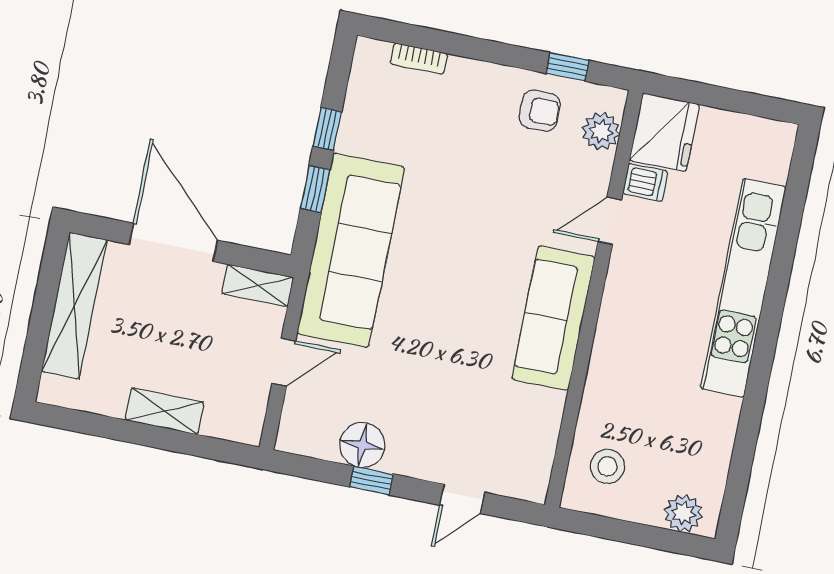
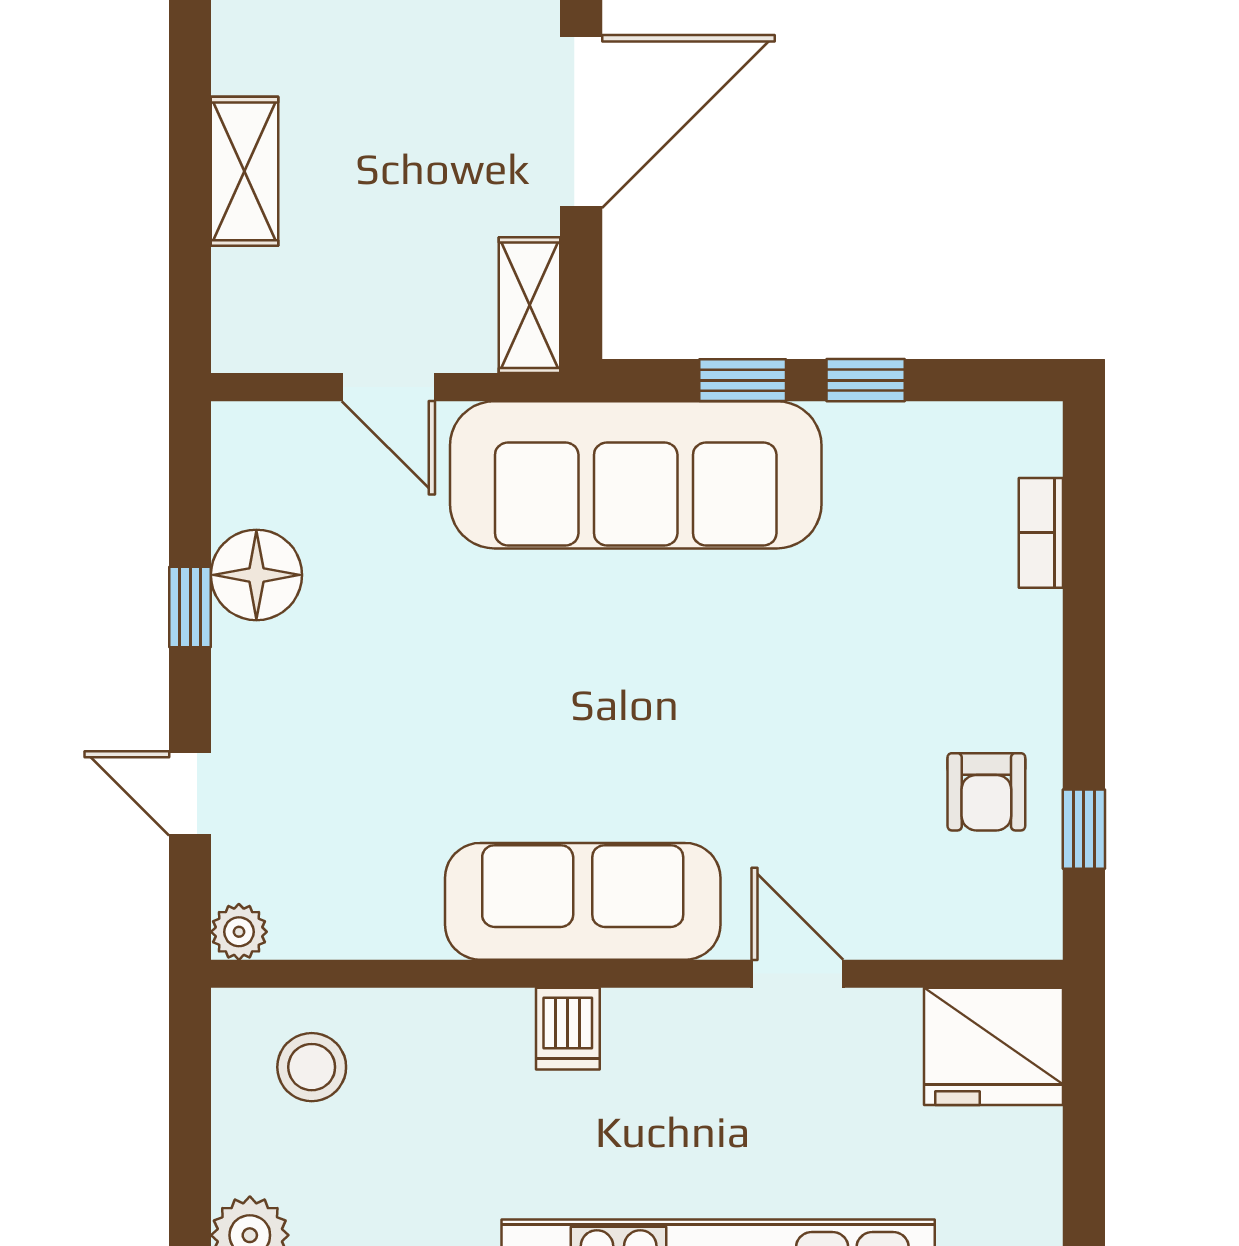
plant: (601, 131) -> (239, 932), moved, width x0.73, depth x0.73
dishwasher: (645, 182) -> (568, 1029), moved

